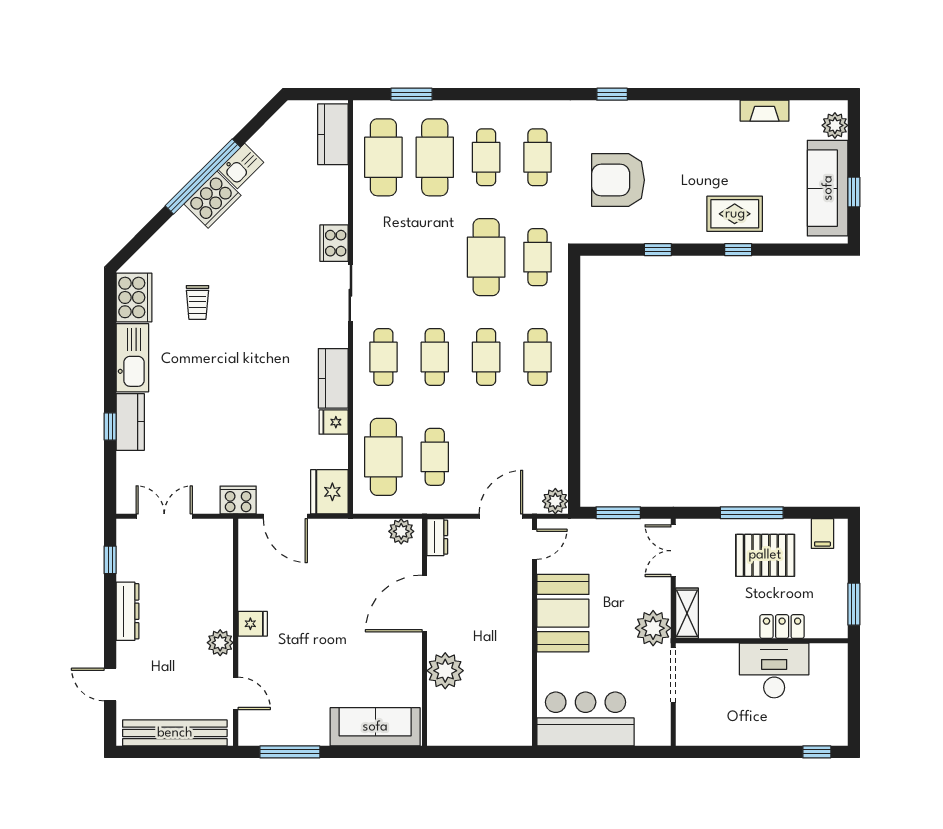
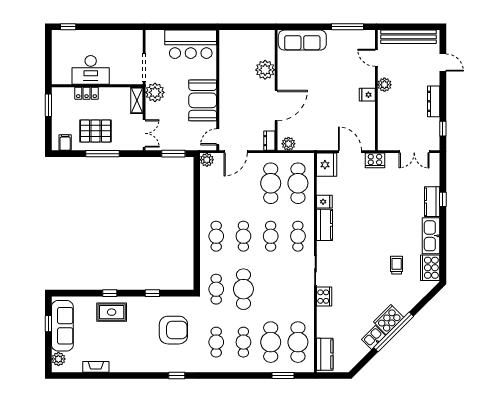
cafe table: (435, 457) -> (271, 183), width x1.37, depth x1.35

